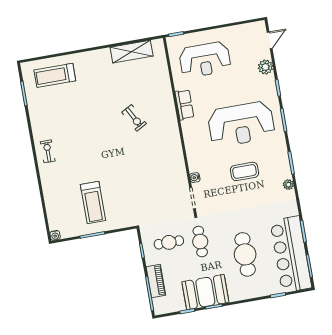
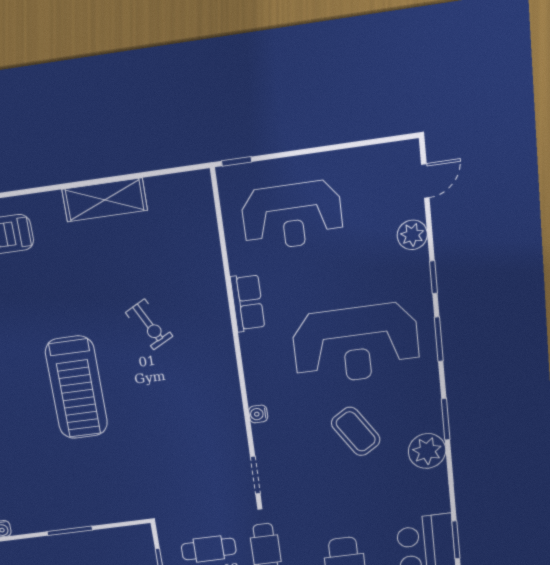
shelving: (132, 52) -> (105, 200), moved
coffee table: (245, 171) -> (356, 431), turned 57
water cooler: (195, 178) -> (258, 414), moved
plant: (288, 185) -> (427, 451), width x1.87, depth x1.87
treadmill: (93, 203) -> (76, 388), moved, width x1.37, depth x1.38

